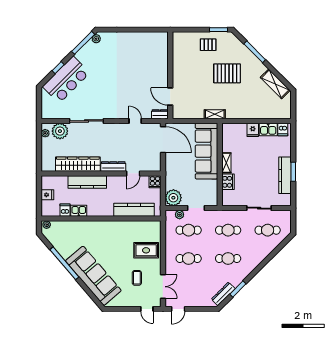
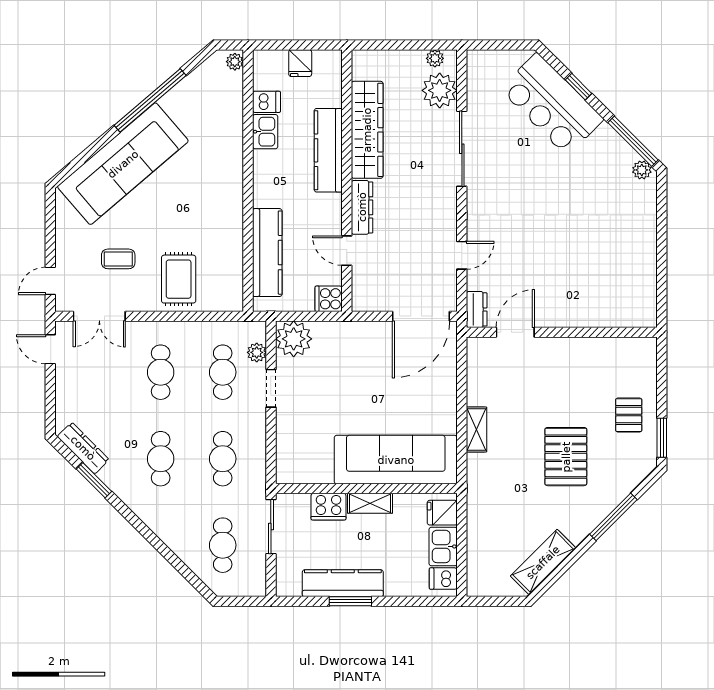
sofa: (206, 151) -> (396, 460), moved
shelving: (226, 163) -> (370, 503), moved
wall: (220, 165) -> (366, 489), moved
cooker: (228, 182) -> (329, 507), moved

